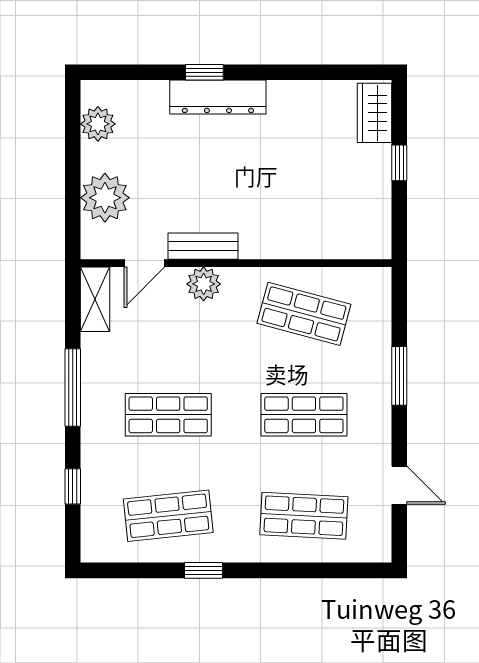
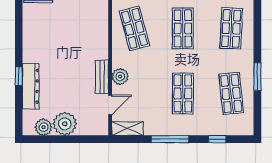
dresser: (218, 97) -> (31, 86), moved
plant: (105, 198) -> (65, 124), moved
door: (144, 263) -> (110, 105), hinge flipped
shop shelf: (304, 314) -> (134, 28), turned -30
window: (203, 570) -> (257, 77), width x1.50

